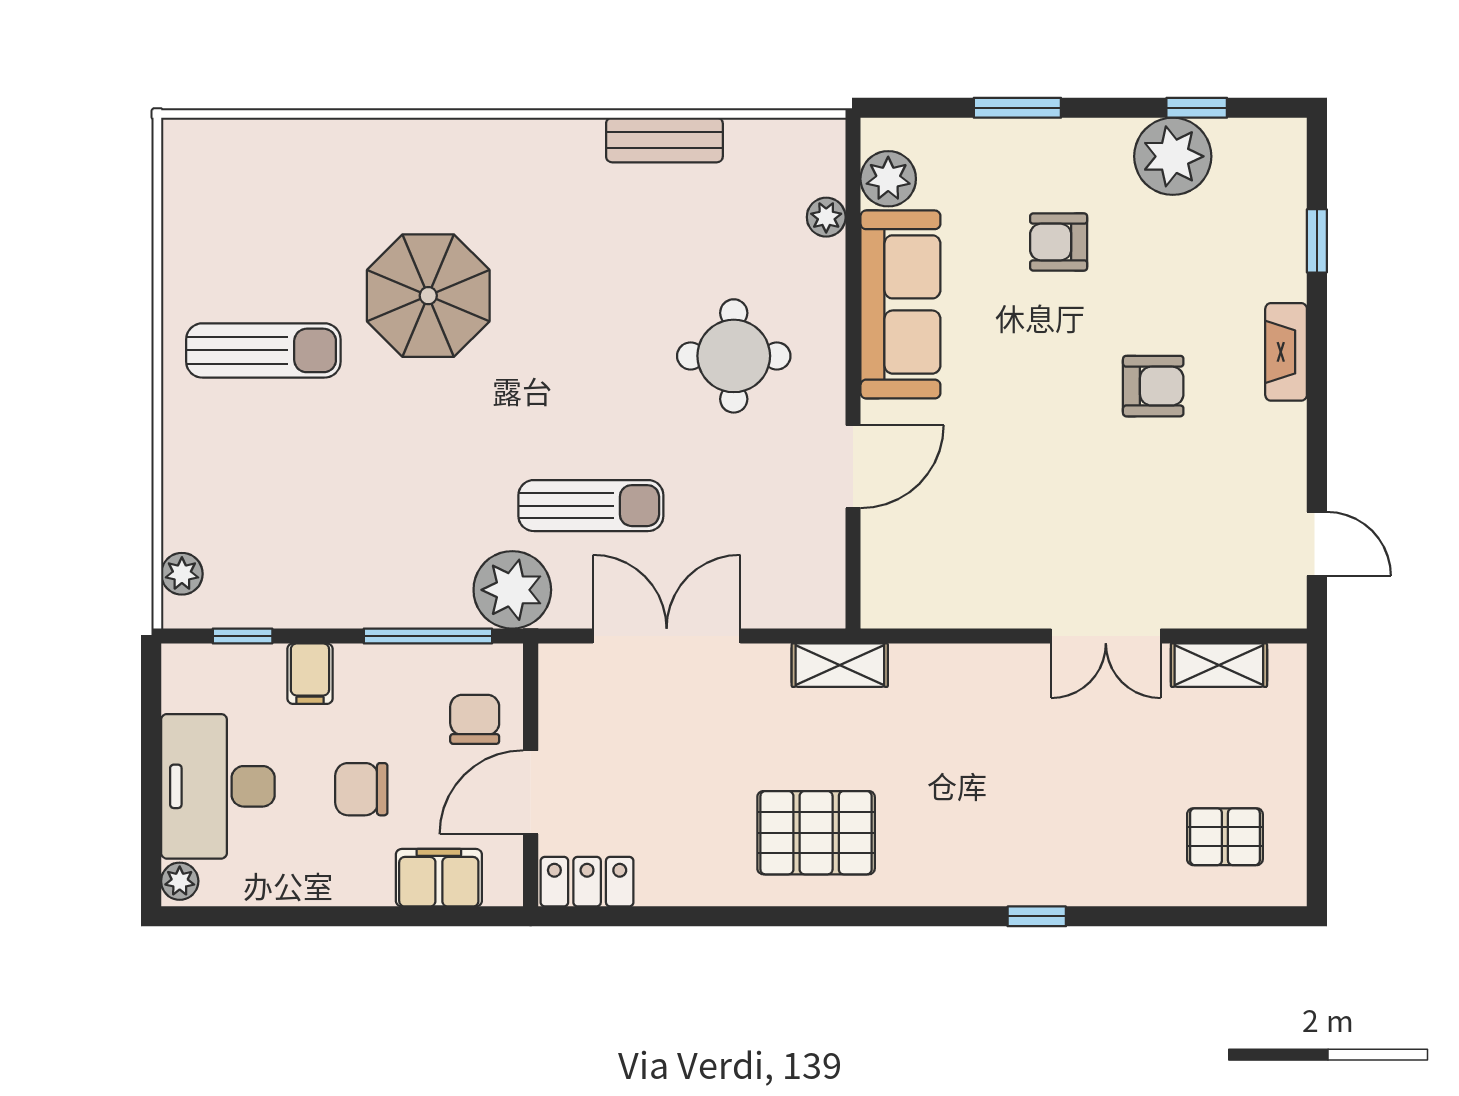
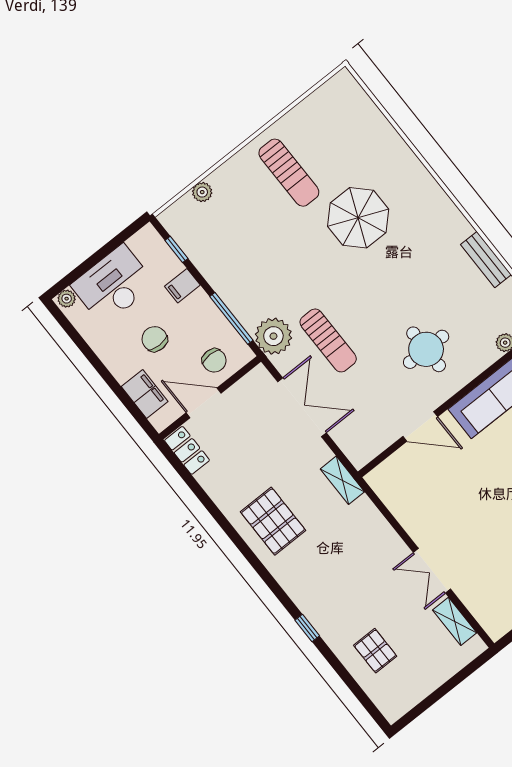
plant: (182, 574) -> (202, 192), moved
chair: (475, 719) -> (214, 360), turned 90
pallet: (1225, 837) -> (375, 651), moved

